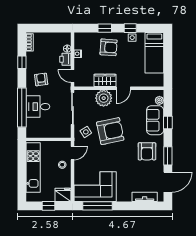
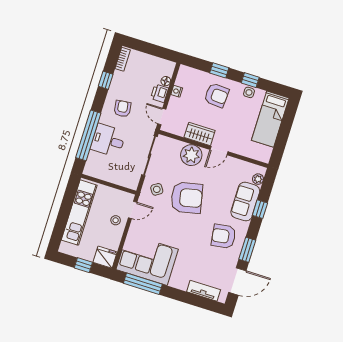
armchair: (147, 151) -> (224, 236), turned 82

